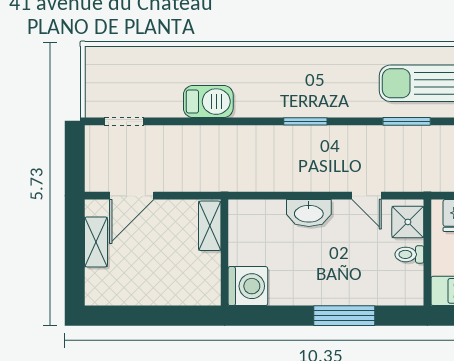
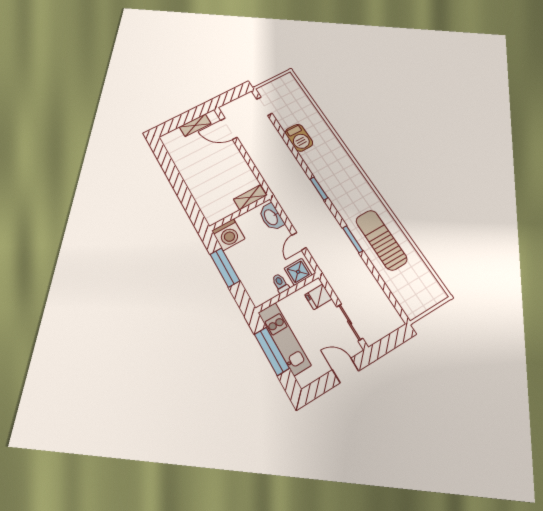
shelving: (210, 226) -> (250, 197), moved
wall: (225, 253) -> (240, 213), moved
washing machine: (248, 286) -> (228, 235), moved

